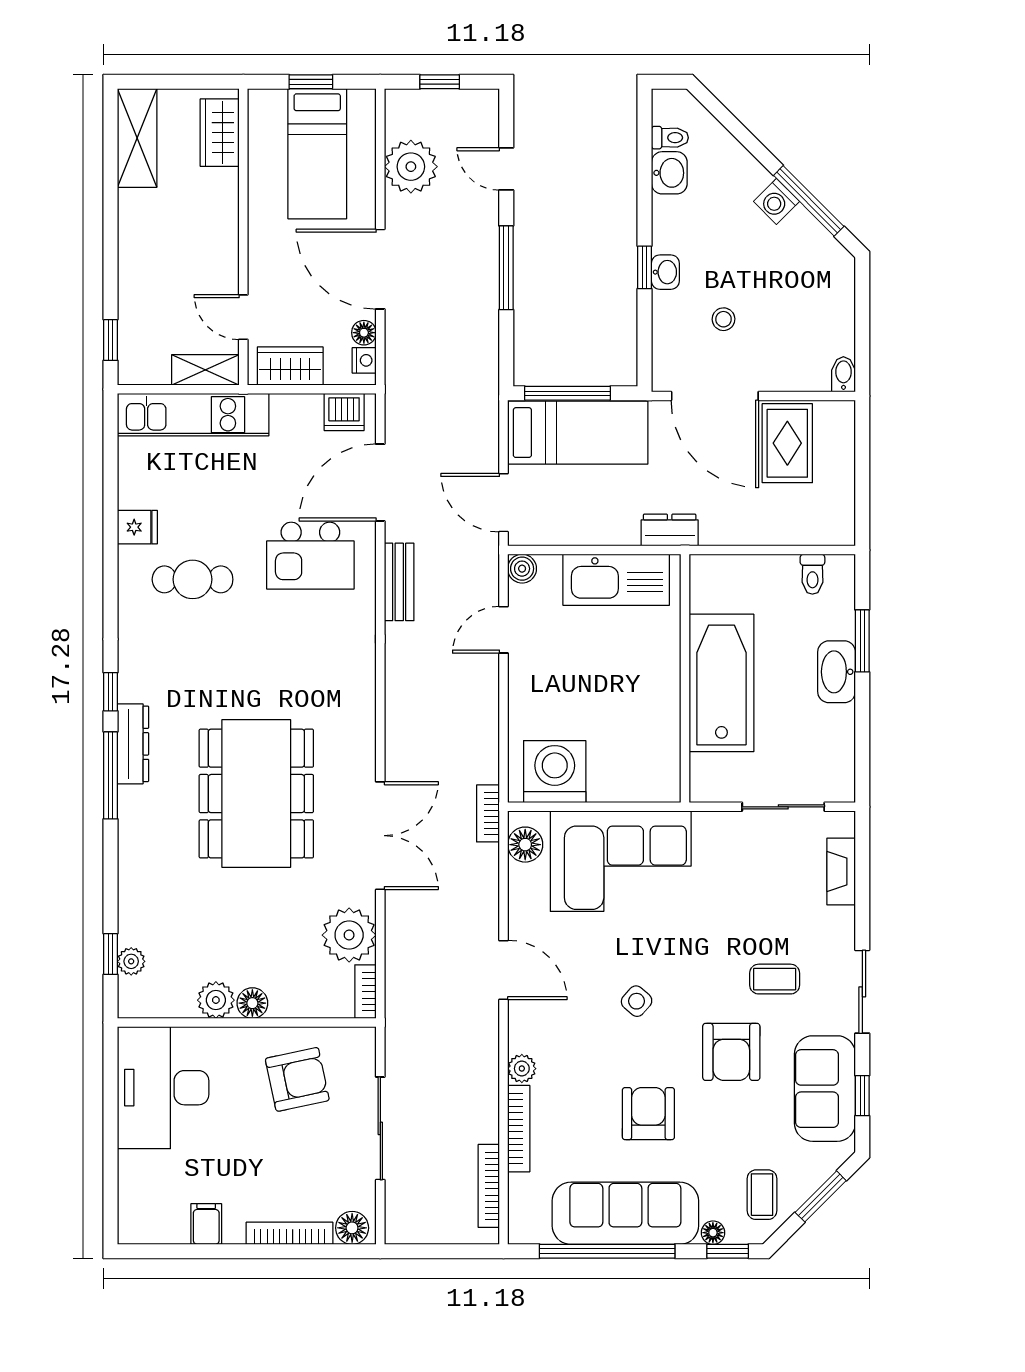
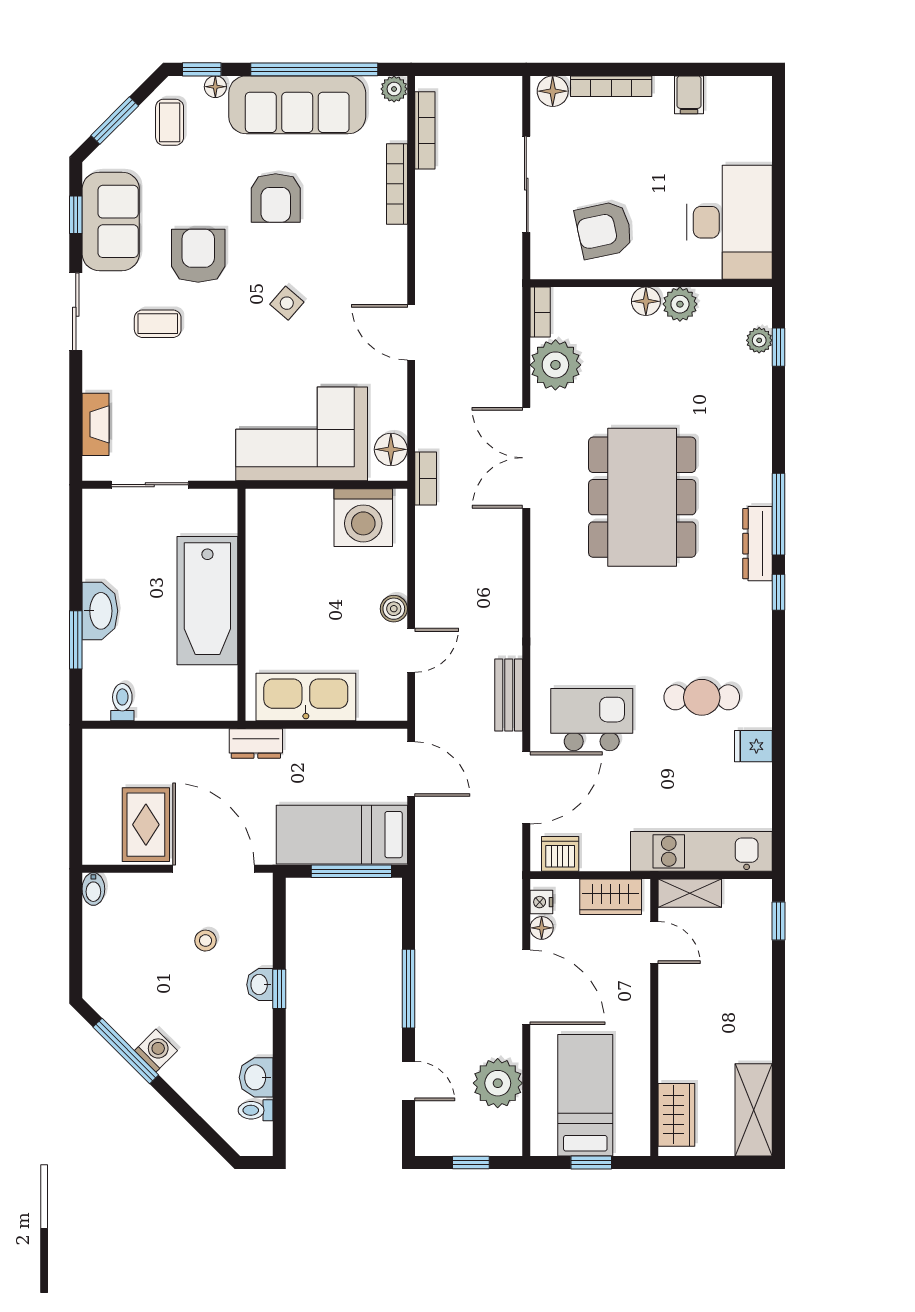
boiler: (522, 569) -> (394, 609), moved
plant: (522, 1069) -> (394, 89), moved

